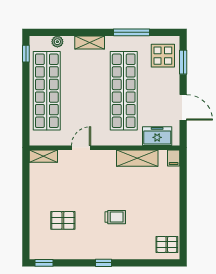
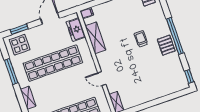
pallet: (63, 220) -> (166, 45), moved
window: (104, 263) -> (175, 36), width x3.17

